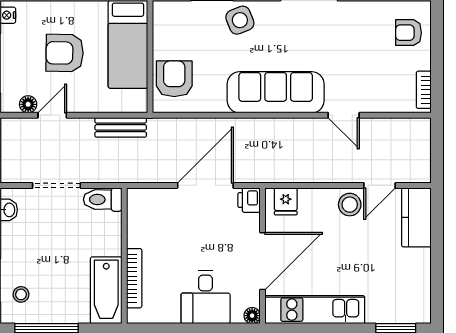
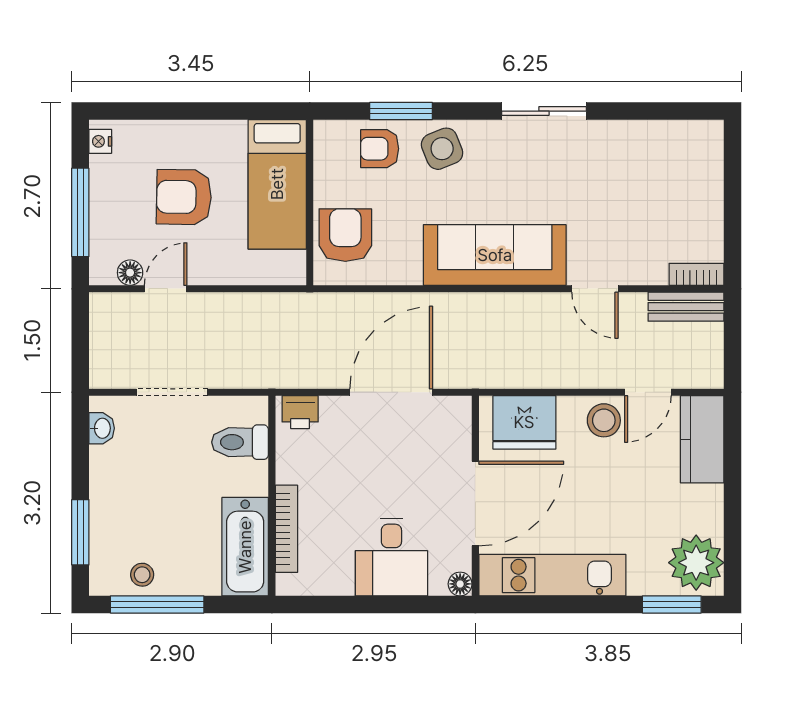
armchair: (408, 33) -> (380, 149), moved
bookcase: (424, 90) -> (696, 274), moved, turned 90
bench: (121, 127) -> (686, 307), moved
toilet: (103, 200) -> (240, 442), moved
printer: (249, 200) -> (300, 412), moved, turned -90
fridge: (286, 201) -> (524, 422), width x1.88, depth x1.34
stool: (21, 294) -> (142, 575), moved
plant: (412, 301) -> (696, 563), added

